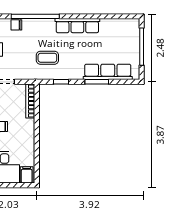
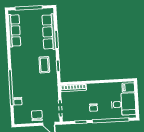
row of seats: (77, 26) -> (14, 30), moved
coffee table: (47, 58) -> (44, 65), moved

